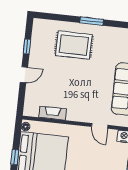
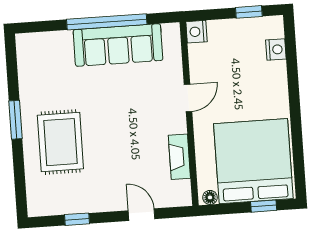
door: (24, 75) -> (142, 215), moved
door: (100, 126) -> (188, 98), moved

